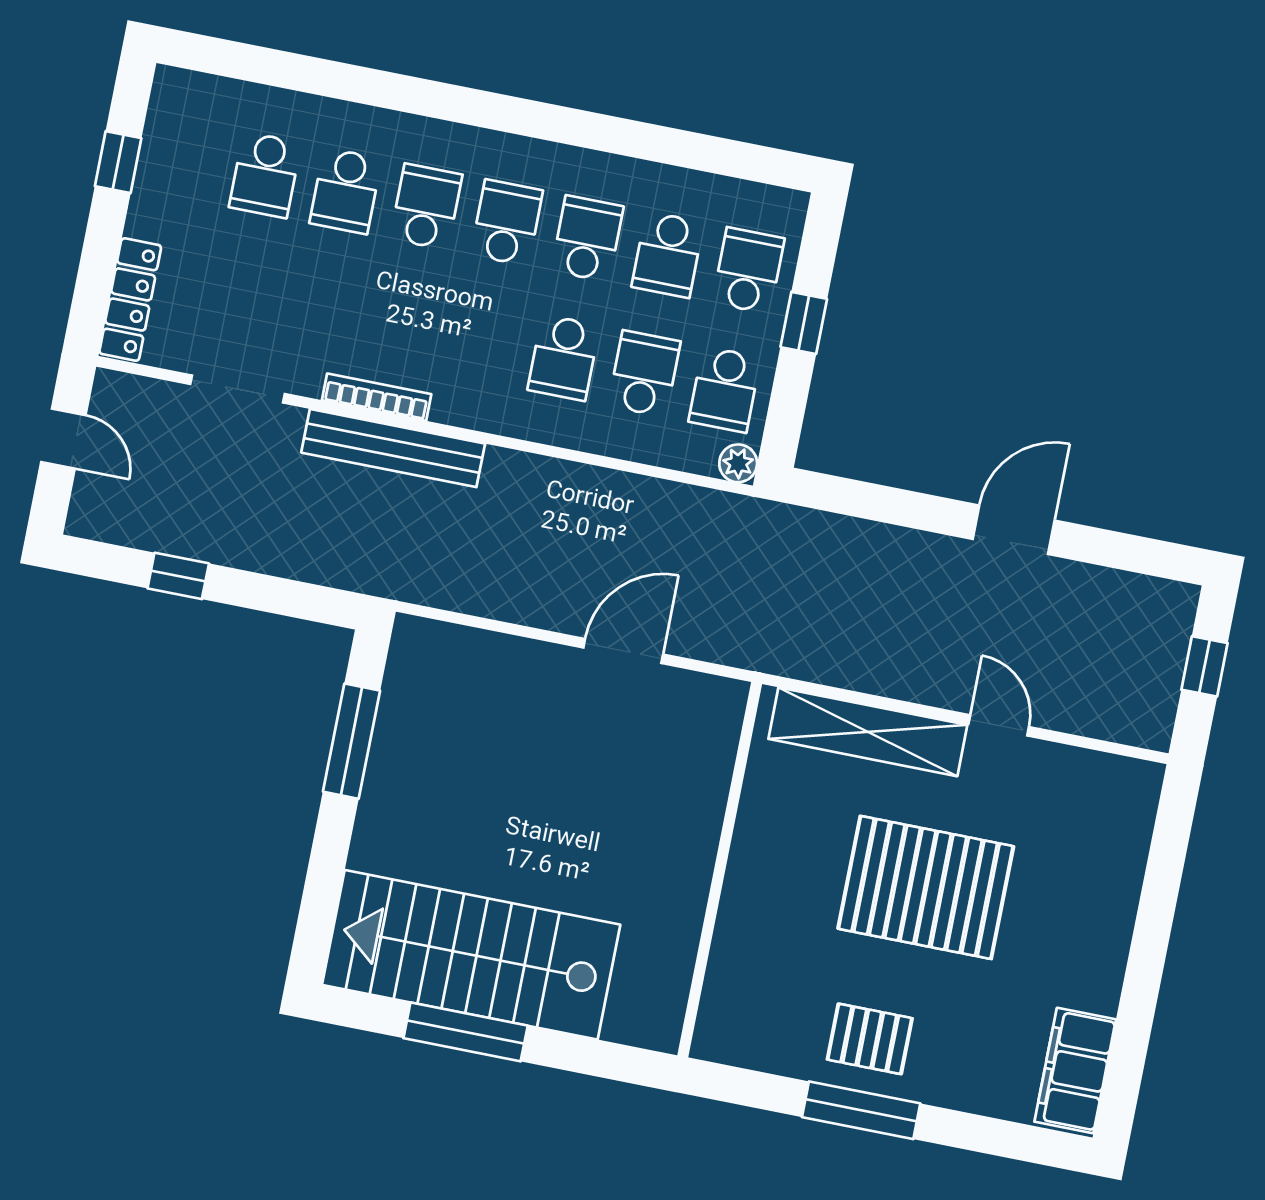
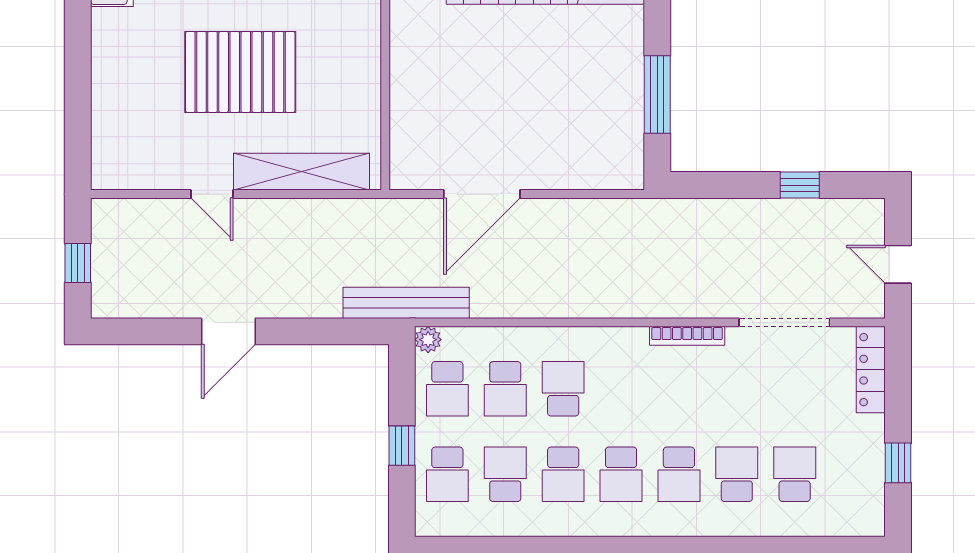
doorway: (237, 389) -> (784, 322), width x1.36
school desk: (725, 390) -> (447, 389), turned 180
bench: (393, 448) -> (406, 303), moved
door: (623, 651) -> (482, 194), width x1.36

